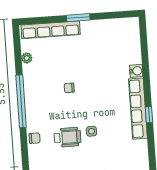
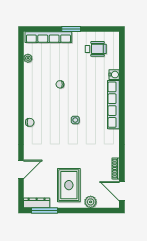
window: (21, 101) -> (21, 92), removed
window: (149, 115) -> (122, 110), removed
wheelchair: (67, 137) -> (96, 49), moved

